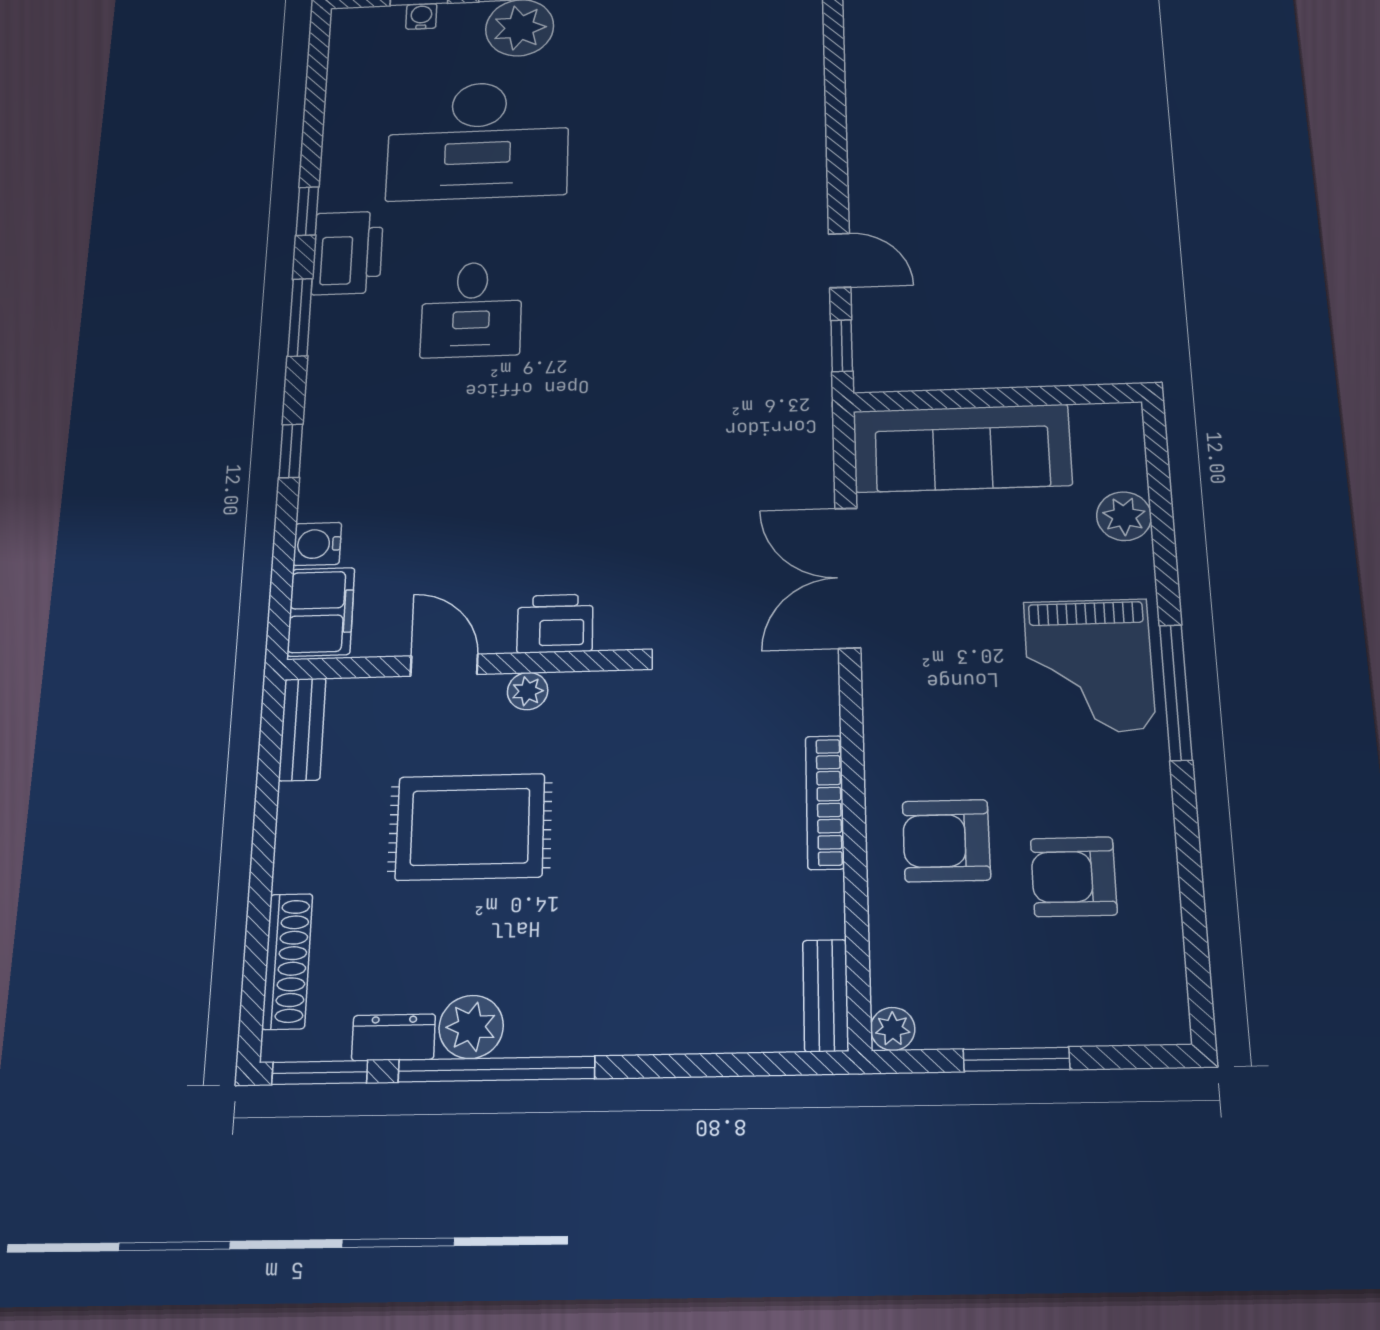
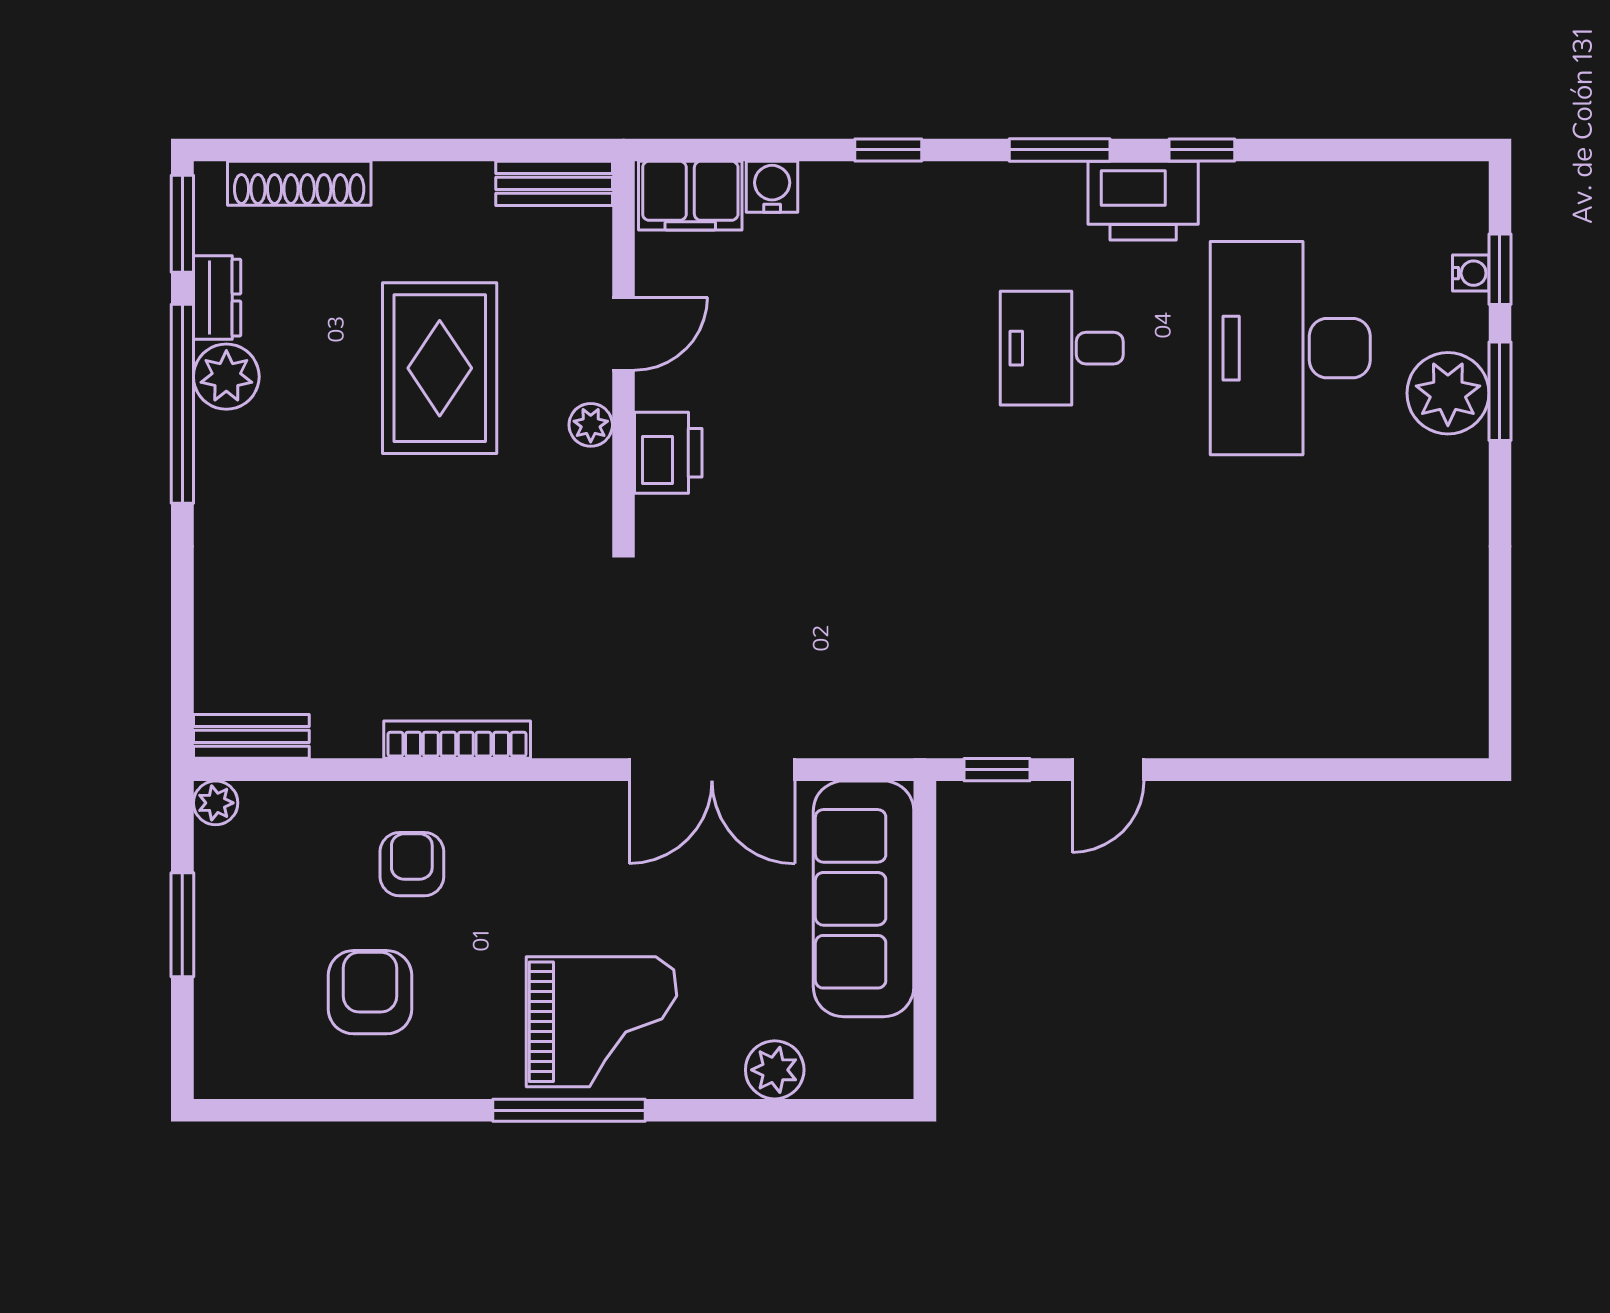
double door: (848, 578) -> (712, 770), swing flipped
grand piano: (1089, 666) -> (601, 1022), turned 180
armchair: (946, 841) -> (412, 864), width x0.72, depth x0.72

